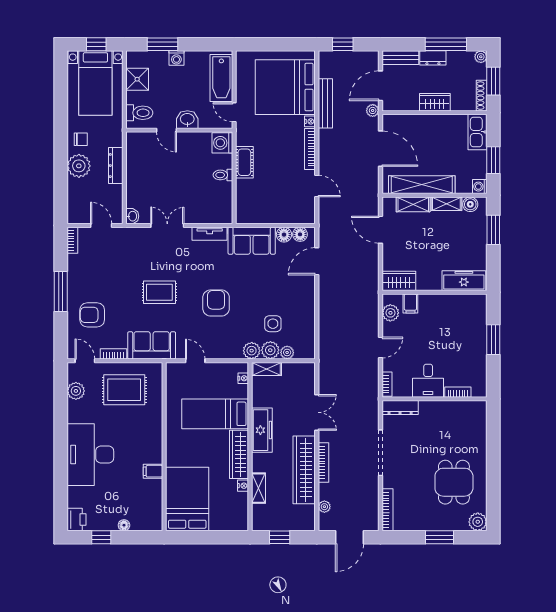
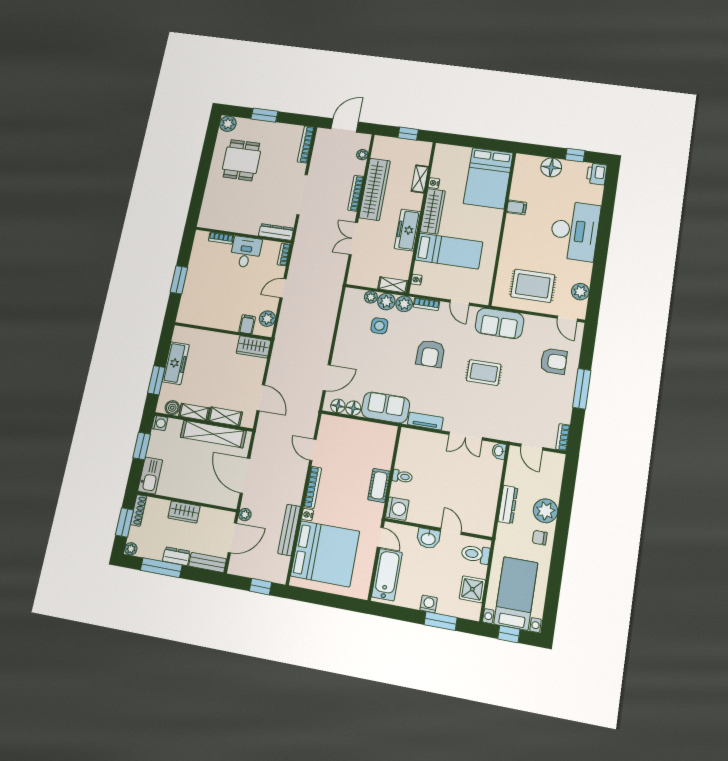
freezer: (464, 281) -> (176, 363), moved, turned -90
bookcase: (114, 354) -> (426, 304), moved
floor lamp: (124, 525) -> (551, 167), width x1.89, depth x1.89

